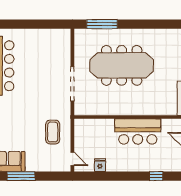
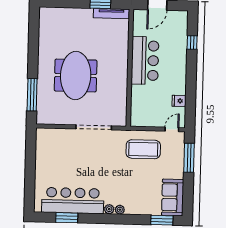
meeting table: (122, 65) -> (76, 76), width x0.73
coffee table: (53, 132) -> (143, 149), width x1.36, depth x1.32
window: (21, 176) -> (189, 158), moved

